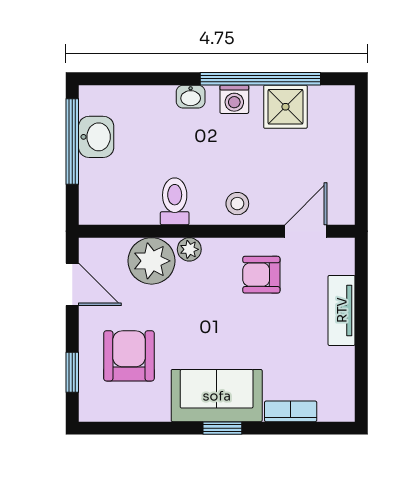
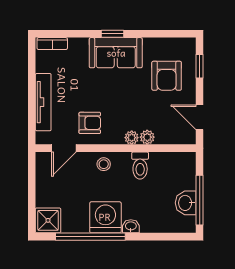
washing machine: (234, 99) -> (105, 217), width x1.89, depth x1.89
shower: (285, 107) -> (48, 220), moved
plant: (152, 261) -> (147, 137), width x0.53, depth x0.53
tv unit: (342, 310) -> (43, 102), width x1.41
bookcase: (291, 411) -> (52, 44), moved

